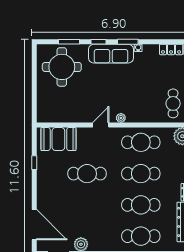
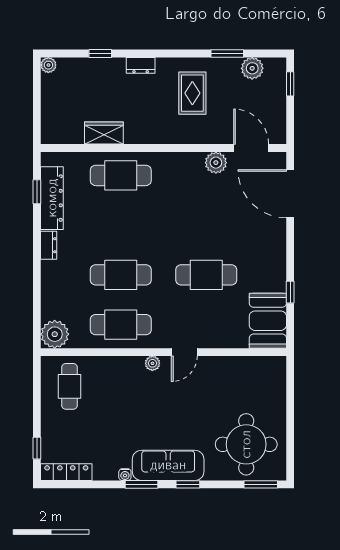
window: (69, 42) -> (261, 484), moved
booth: (58, 139) -> (268, 321), moved, turned 90
cafe table: (141, 205) -> (121, 225), removed

